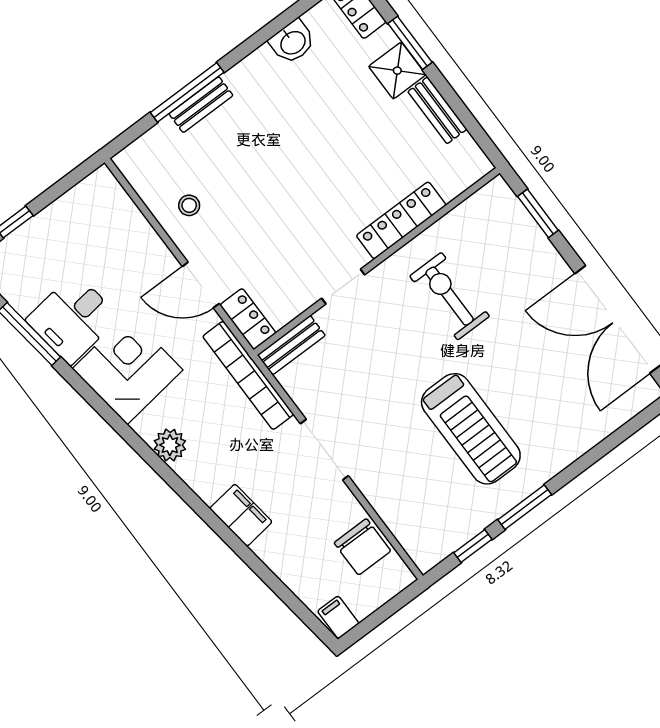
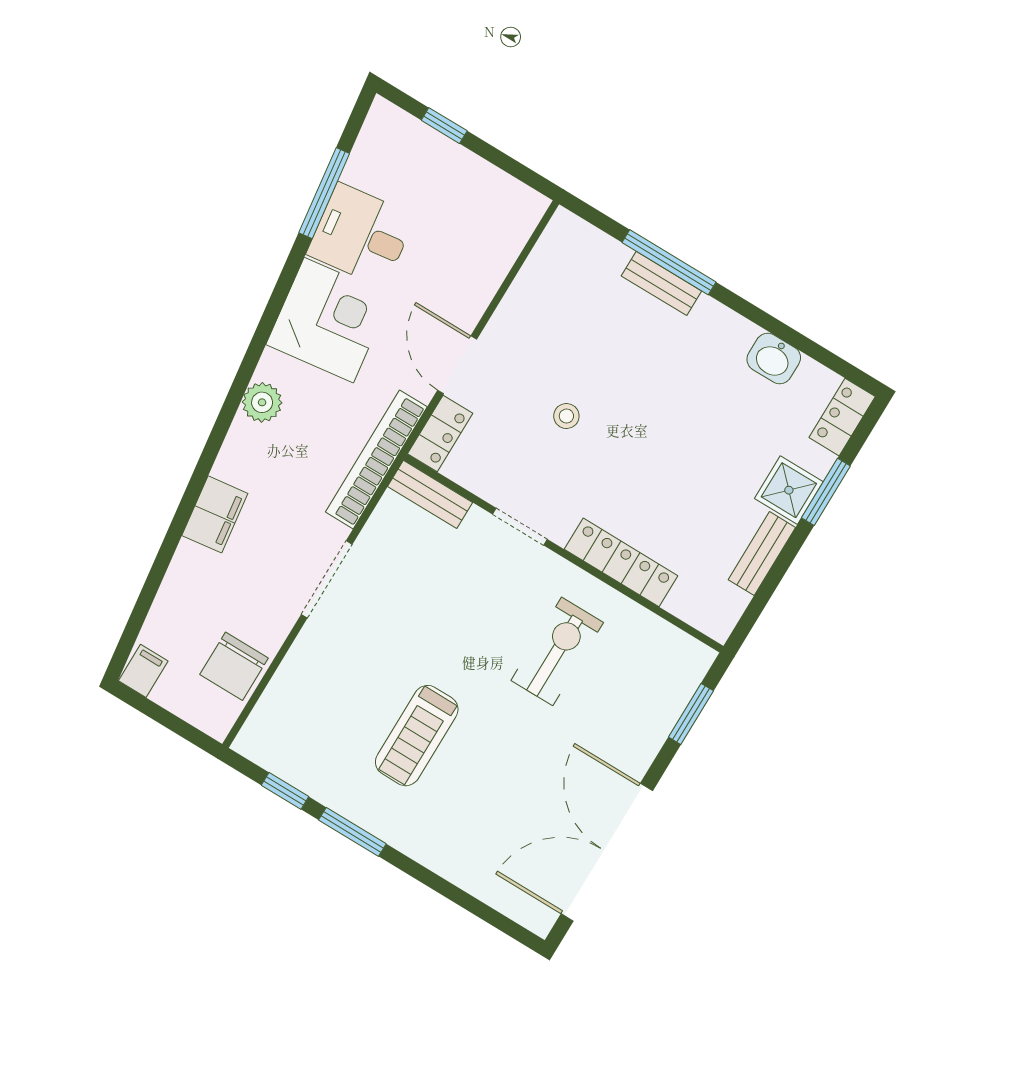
stool: (189, 205) -> (566, 416), moved
treadmill: (471, 429) -> (417, 736), width x0.73, depth x0.73

